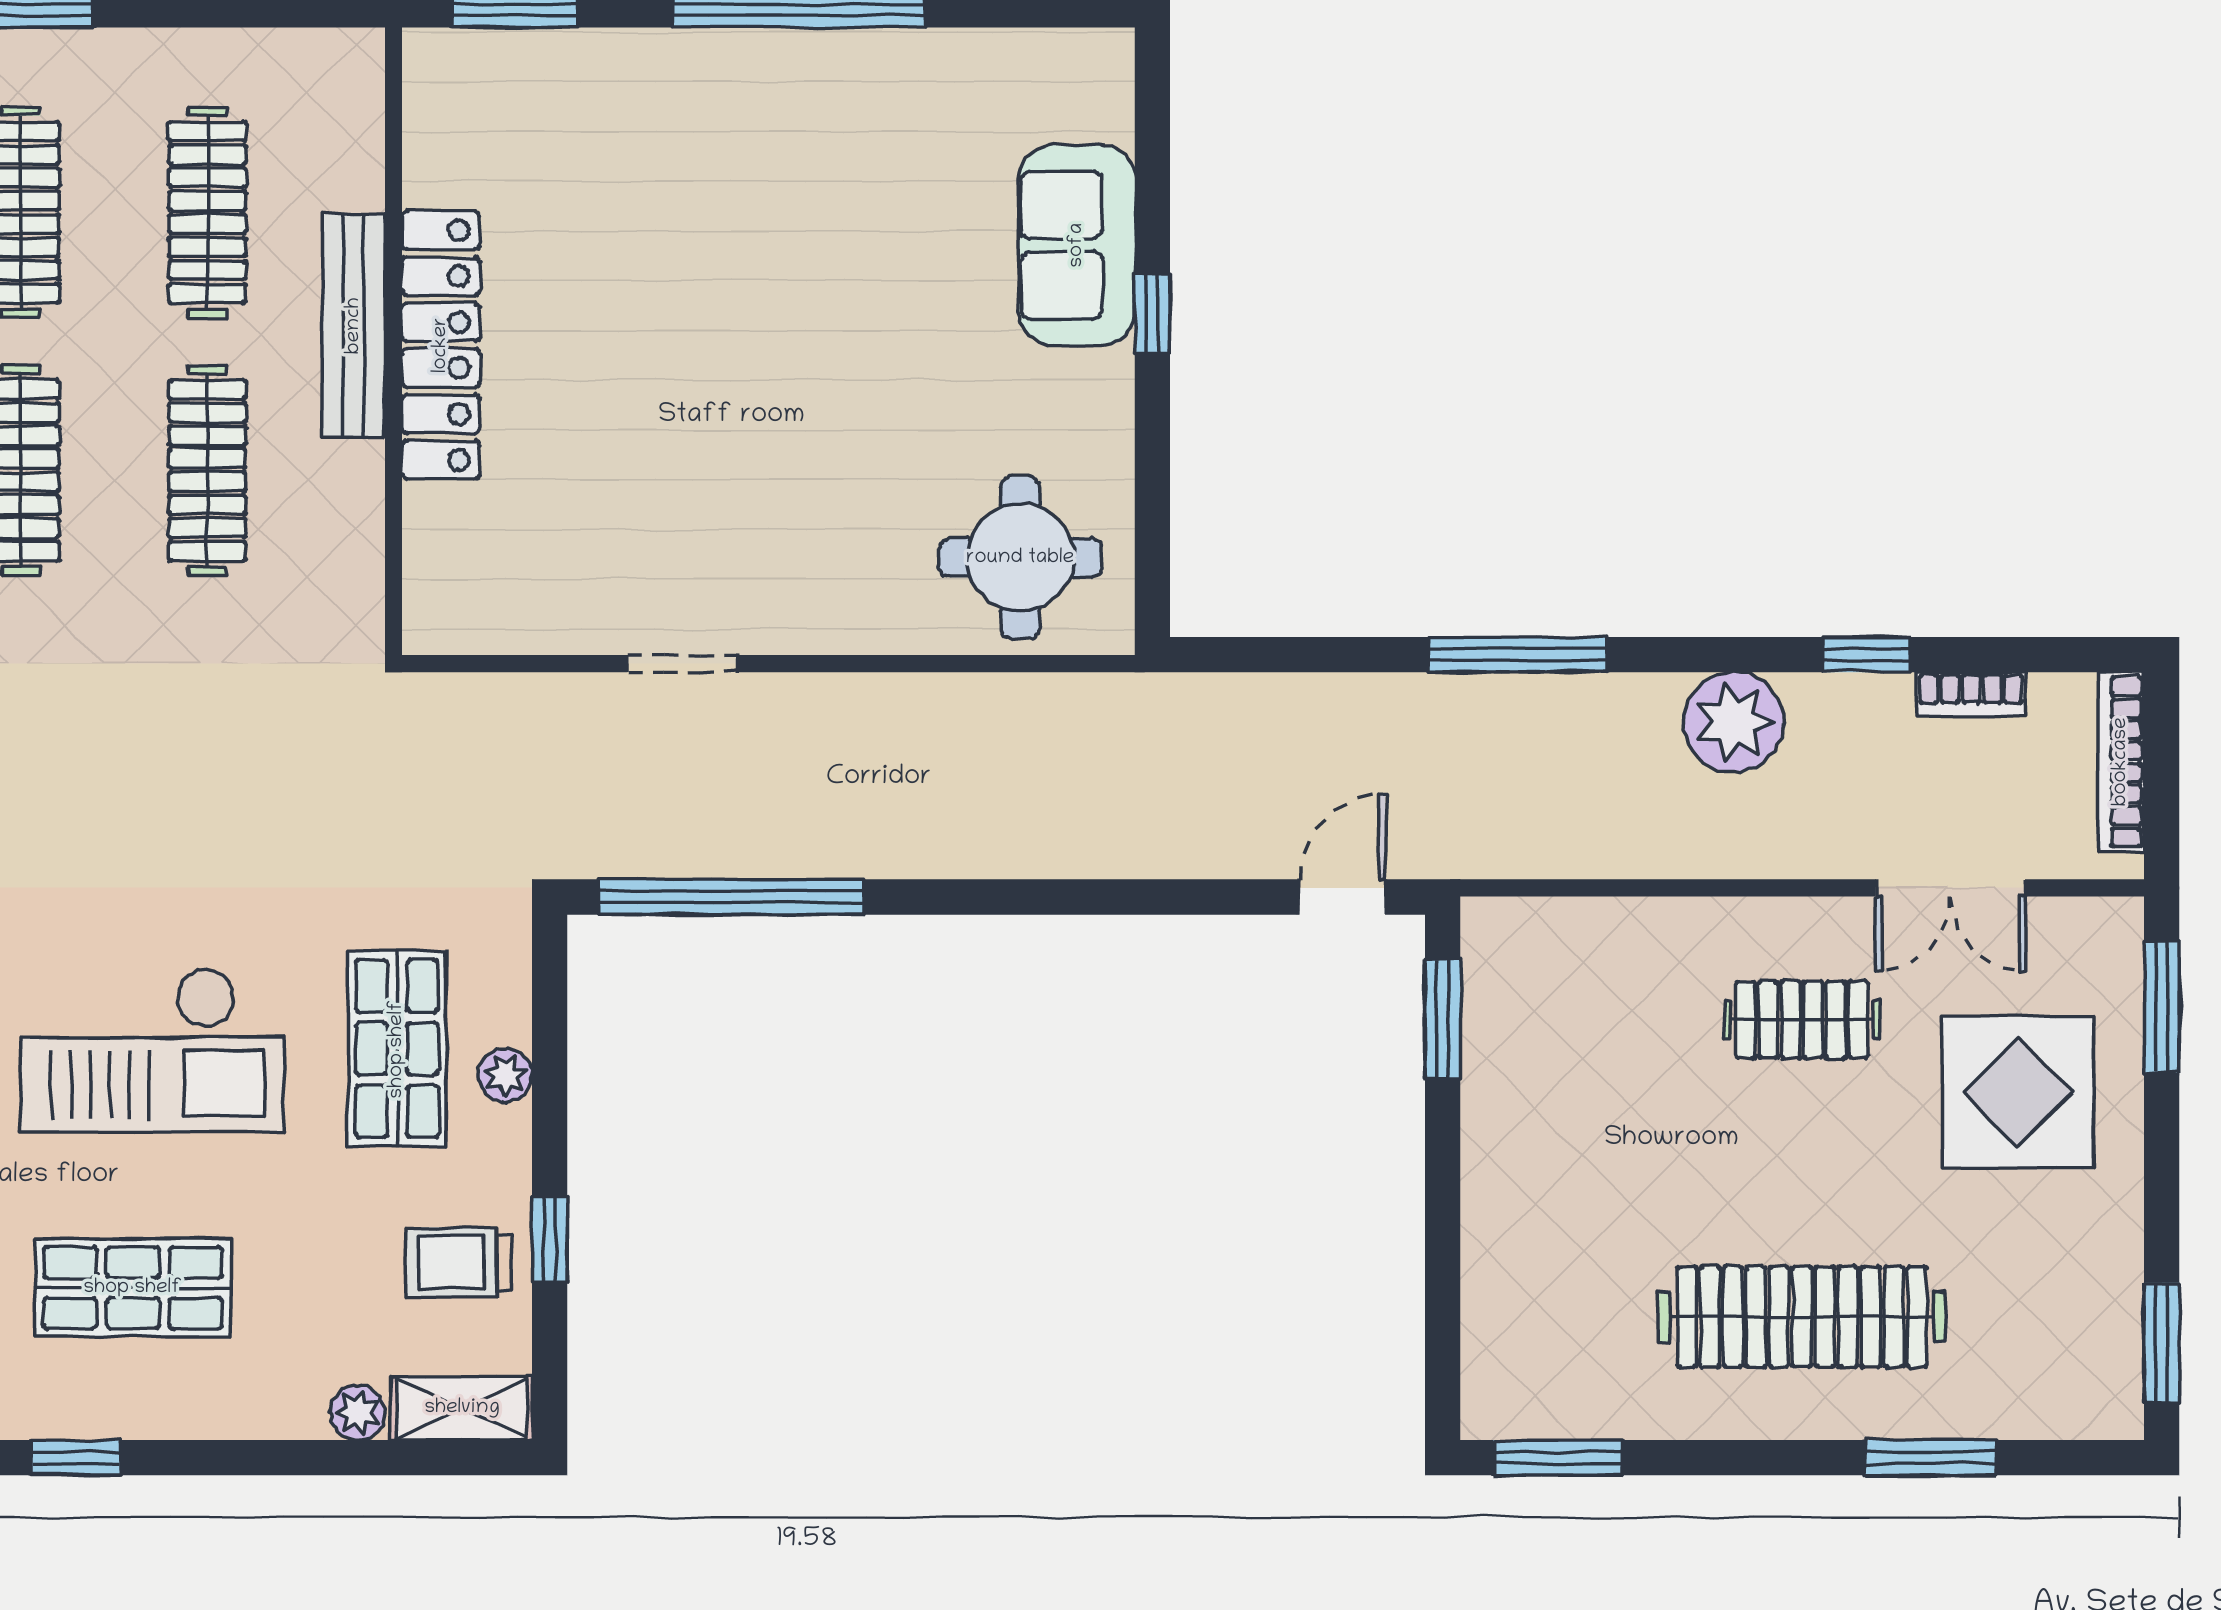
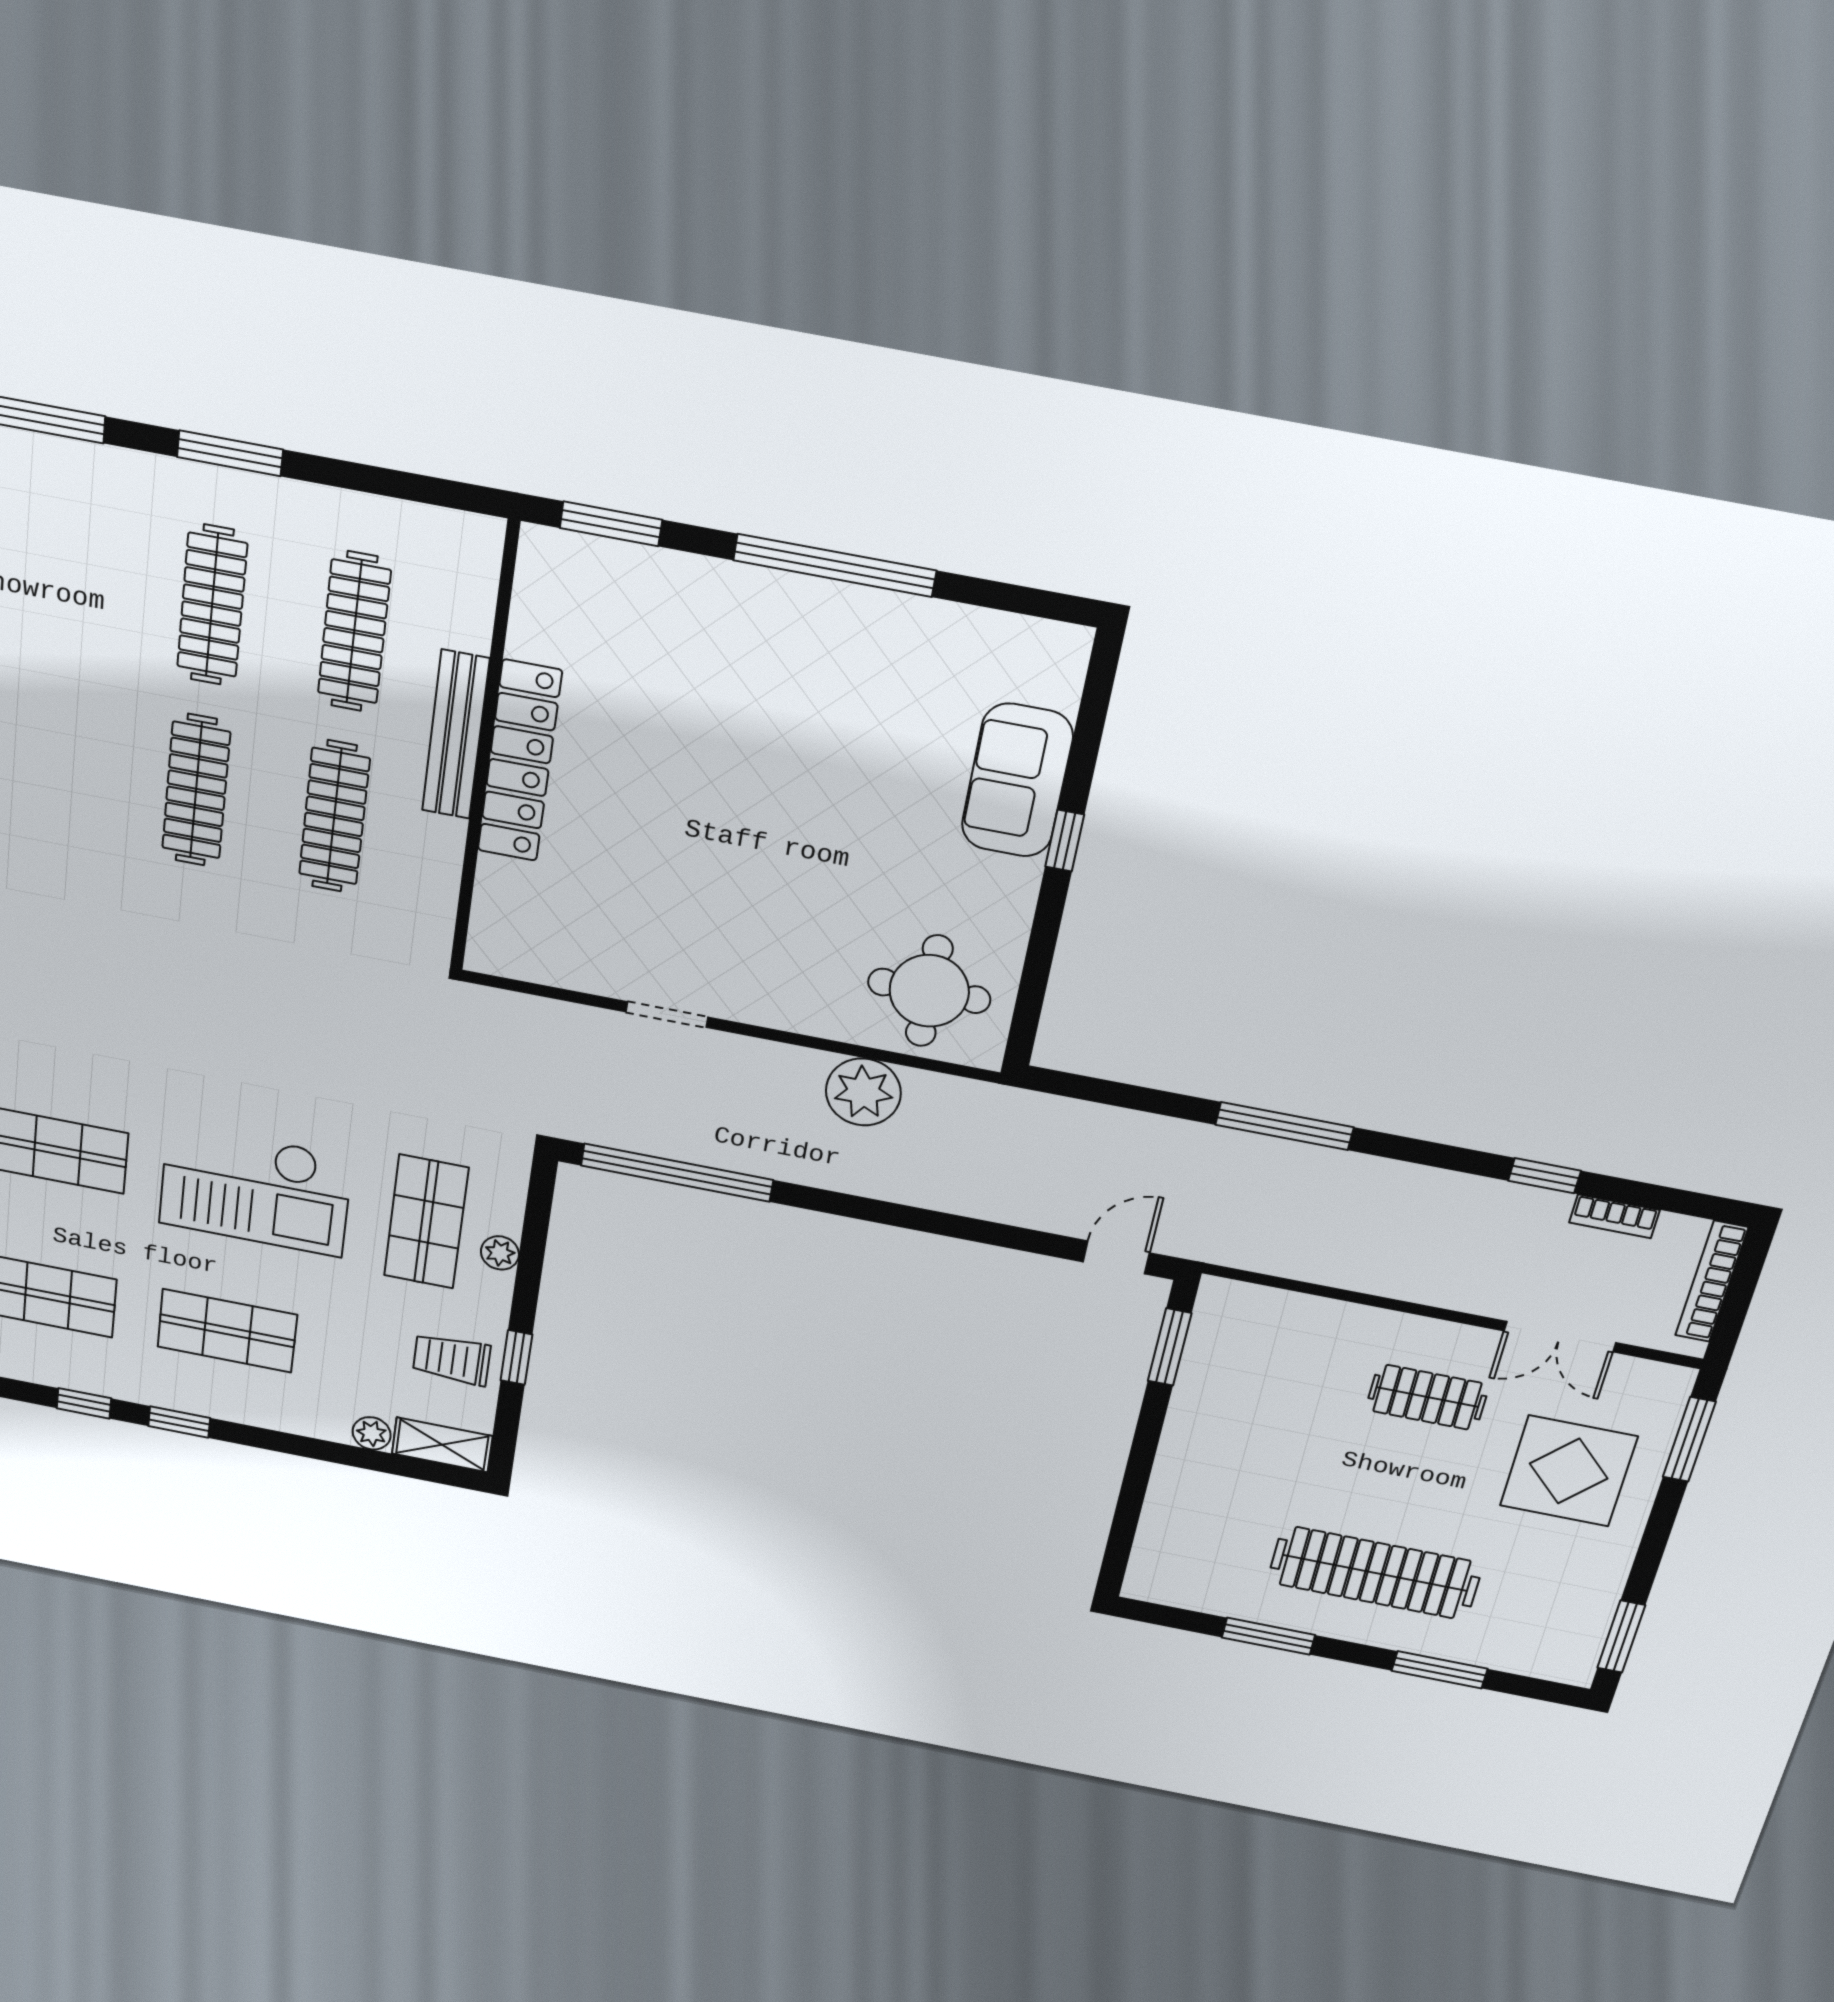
plant: (1734, 722) -> (863, 1092), moved
window: (1558, 1458) -> (1268, 1636), moved

